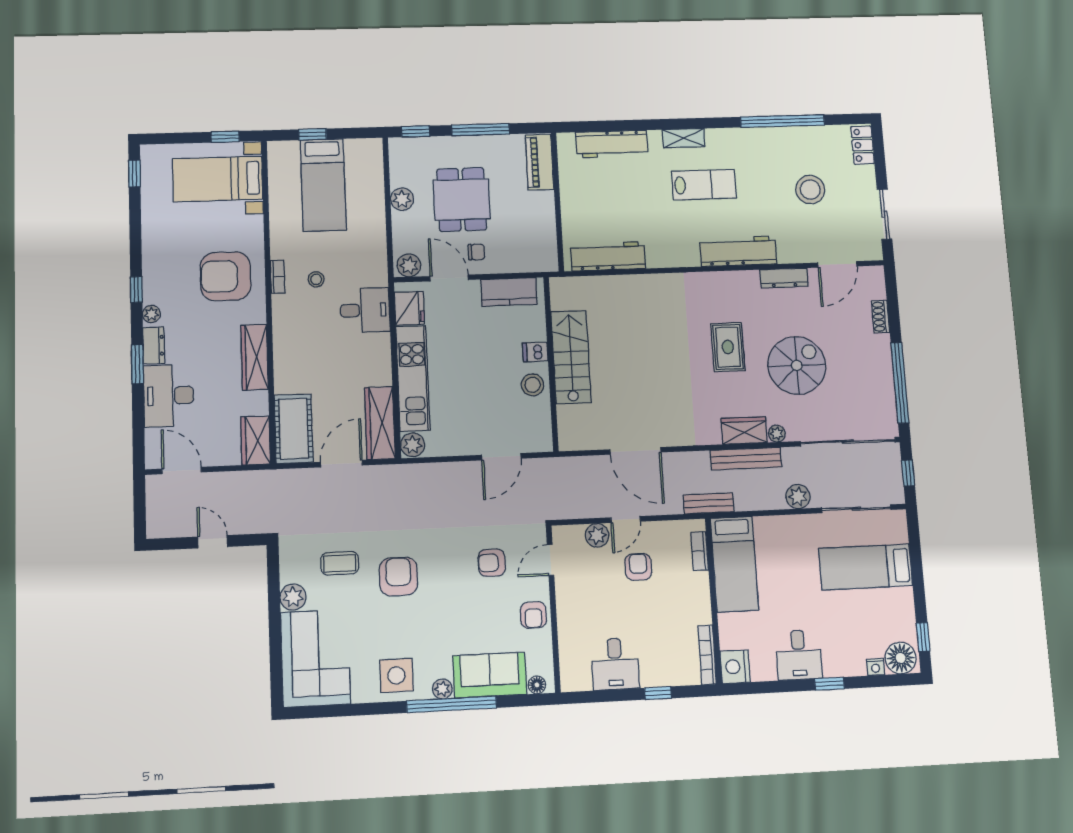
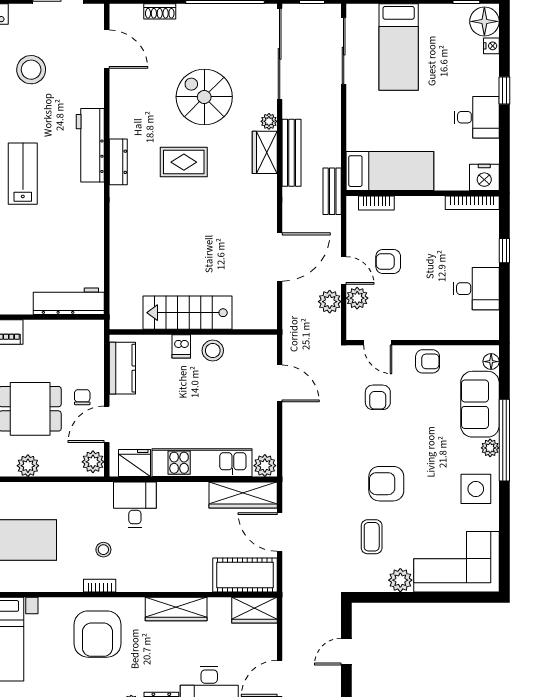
workbench: (608, 256) -> (69, 301), moved, turned 90
dresser: (784, 278) -> (118, 162), moved
plant: (798, 497) -> (330, 302), moved

